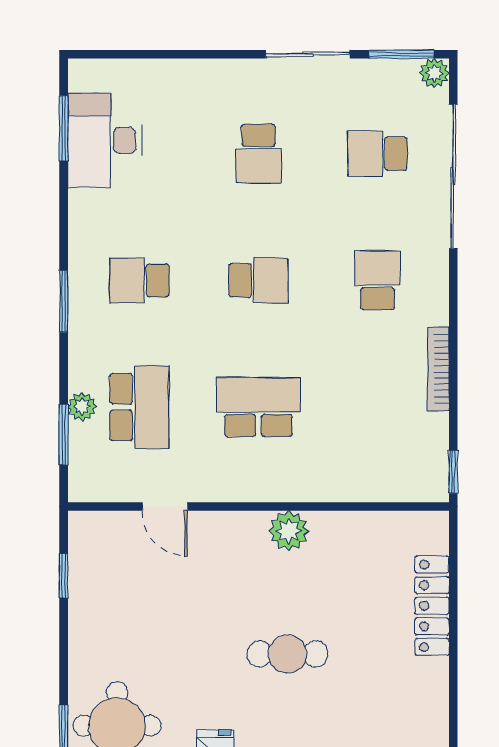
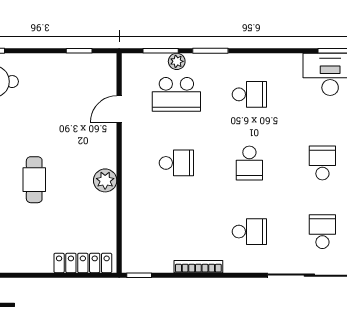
school desk: (258, 154) -> (322, 163), turned 90
school desk: (139, 280) -> (249, 94), turned 90
window: (64, 301) -> (210, 51), moved
school desk: (258, 407) -> (176, 163), width x0.54
locker: (432, 606) -> (83, 263), moved

